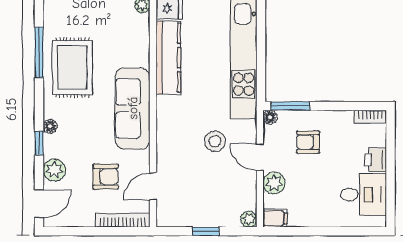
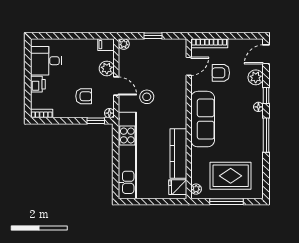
window: (39, 52) -> (266, 135), moved
rug: (72, 67) -> (231, 176), moved, turned 90
window: (290, 106) -> (96, 121), width x0.67

